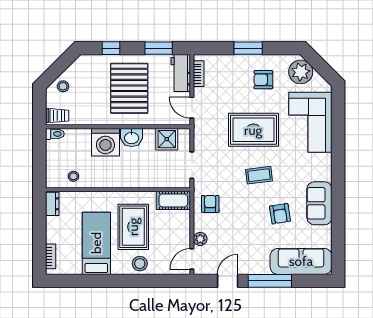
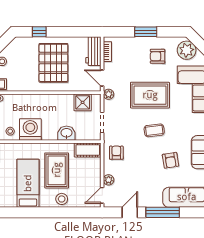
window: (159, 48) -> (76, 32), removed
plant: (200, 129) -> (109, 94), added
washbasin: (132, 138) -> (66, 133), moved, turned 180
washing machine: (105, 142) -> (30, 130), moved, turned 180

